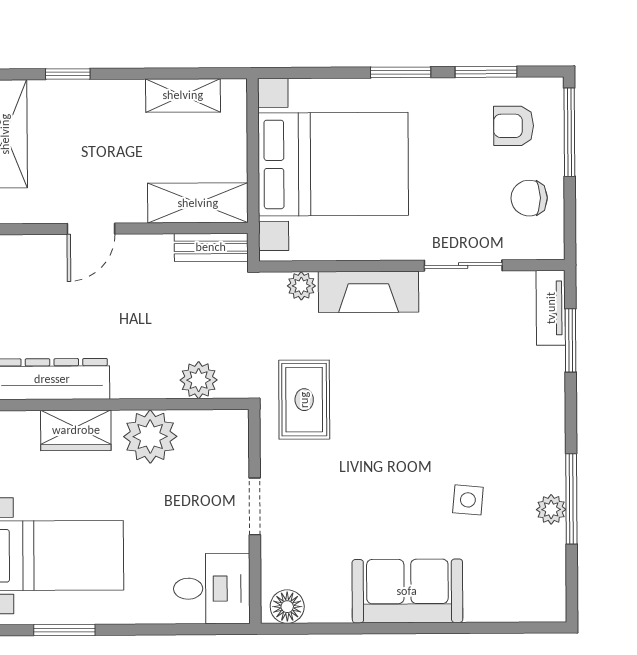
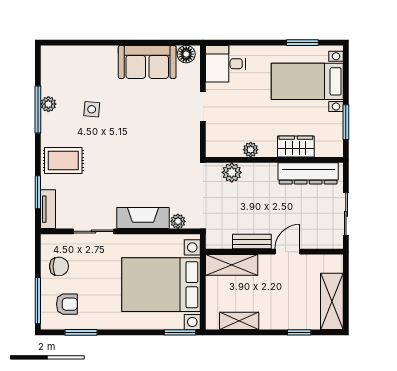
window: (401, 72) -> (180, 332), moved
bench: (211, 247) -> (252, 242), moved
rug: (304, 400) -> (63, 160), moved, turned 90
plant: (150, 437) -> (251, 150), width x0.53, depth x0.53
sofa: (407, 591) -> (147, 62), moved

